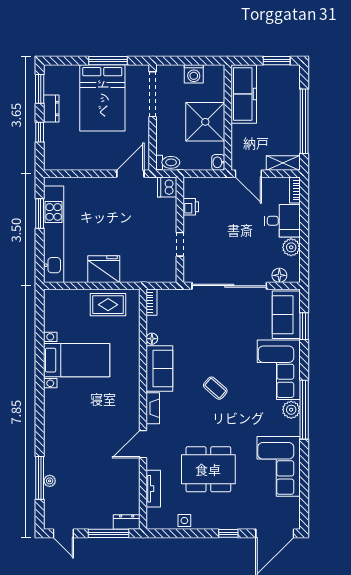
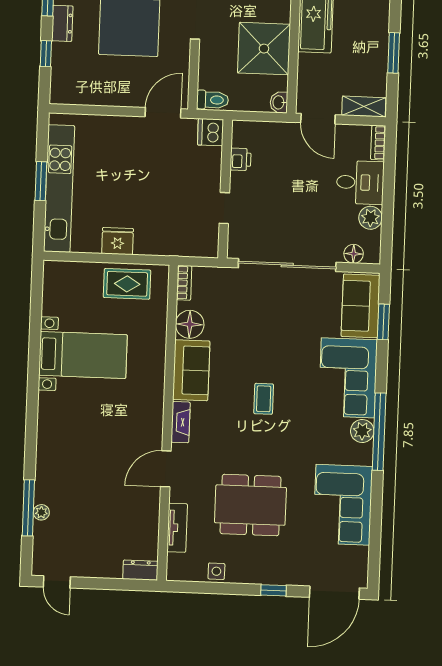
window: (304, 121) -> (394, 53), width x0.47
window: (40, 214) -> (41, 181), moved
fridge: (104, 269) -> (118, 241), width x0.73, depth x0.75
floor lamp: (152, 339) -> (190, 324), width x1.89, depth x1.89
coffee table: (215, 388) -> (264, 399), turned 49
window: (109, 533) -> (116, 584), removed

